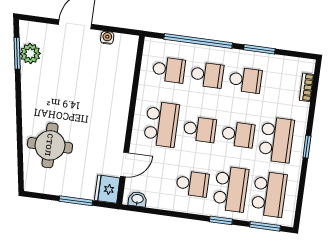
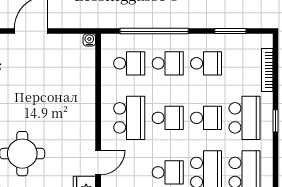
water cooler: (107, 38) -> (89, 40), moved
window: (259, 49) -> (230, 31), moved
bookcase: (307, 87) -> (267, 70), width x1.56

